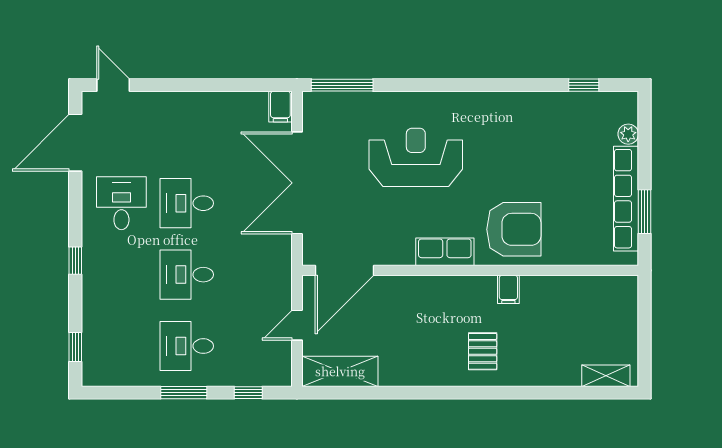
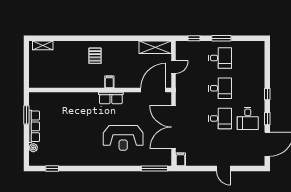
door: (113, 85) -> (224, 168), moved
double door: (297, 183) -> (173, 127), swing flipped
row of seats: (626, 199) -> (34, 126), width x0.73
armchair: (514, 229) -> (82, 107), removed
filing cabinet: (508, 289) -> (109, 82), moved
window: (75, 347) -> (267, 119), moved

